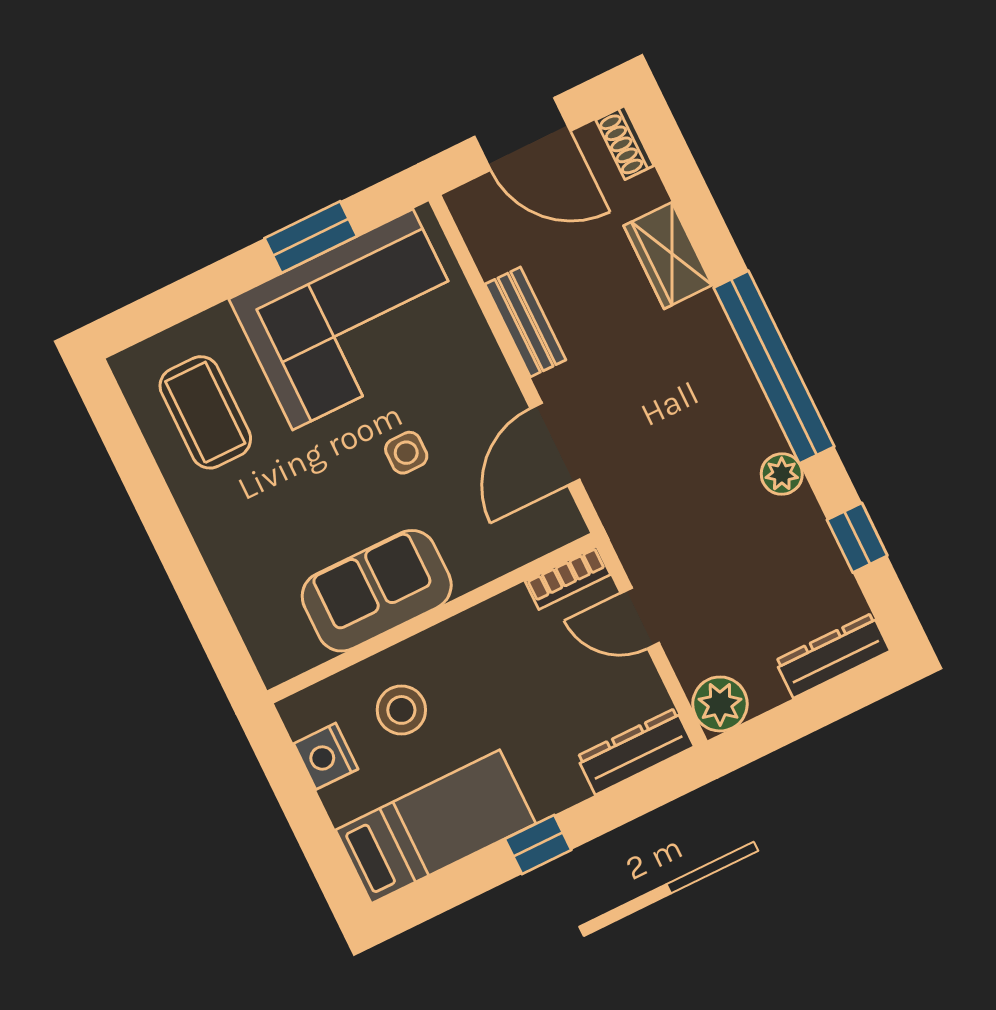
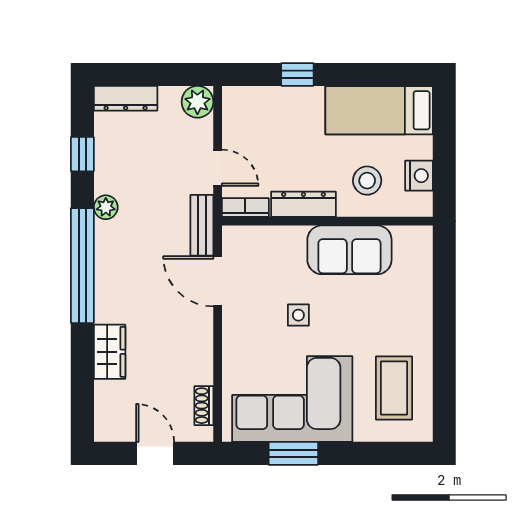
door: (522, 134) -> (155, 453), width x0.73
shoe rack: (625, 143) -> (204, 406), moved, turned 180
bench: (525, 322) -> (202, 225), moved
door: (555, 444) -> (218, 281), swing flipped
dresser: (635, 751) -> (303, 204), moved, turned 180
window: (538, 845) -> (297, 74), moved

